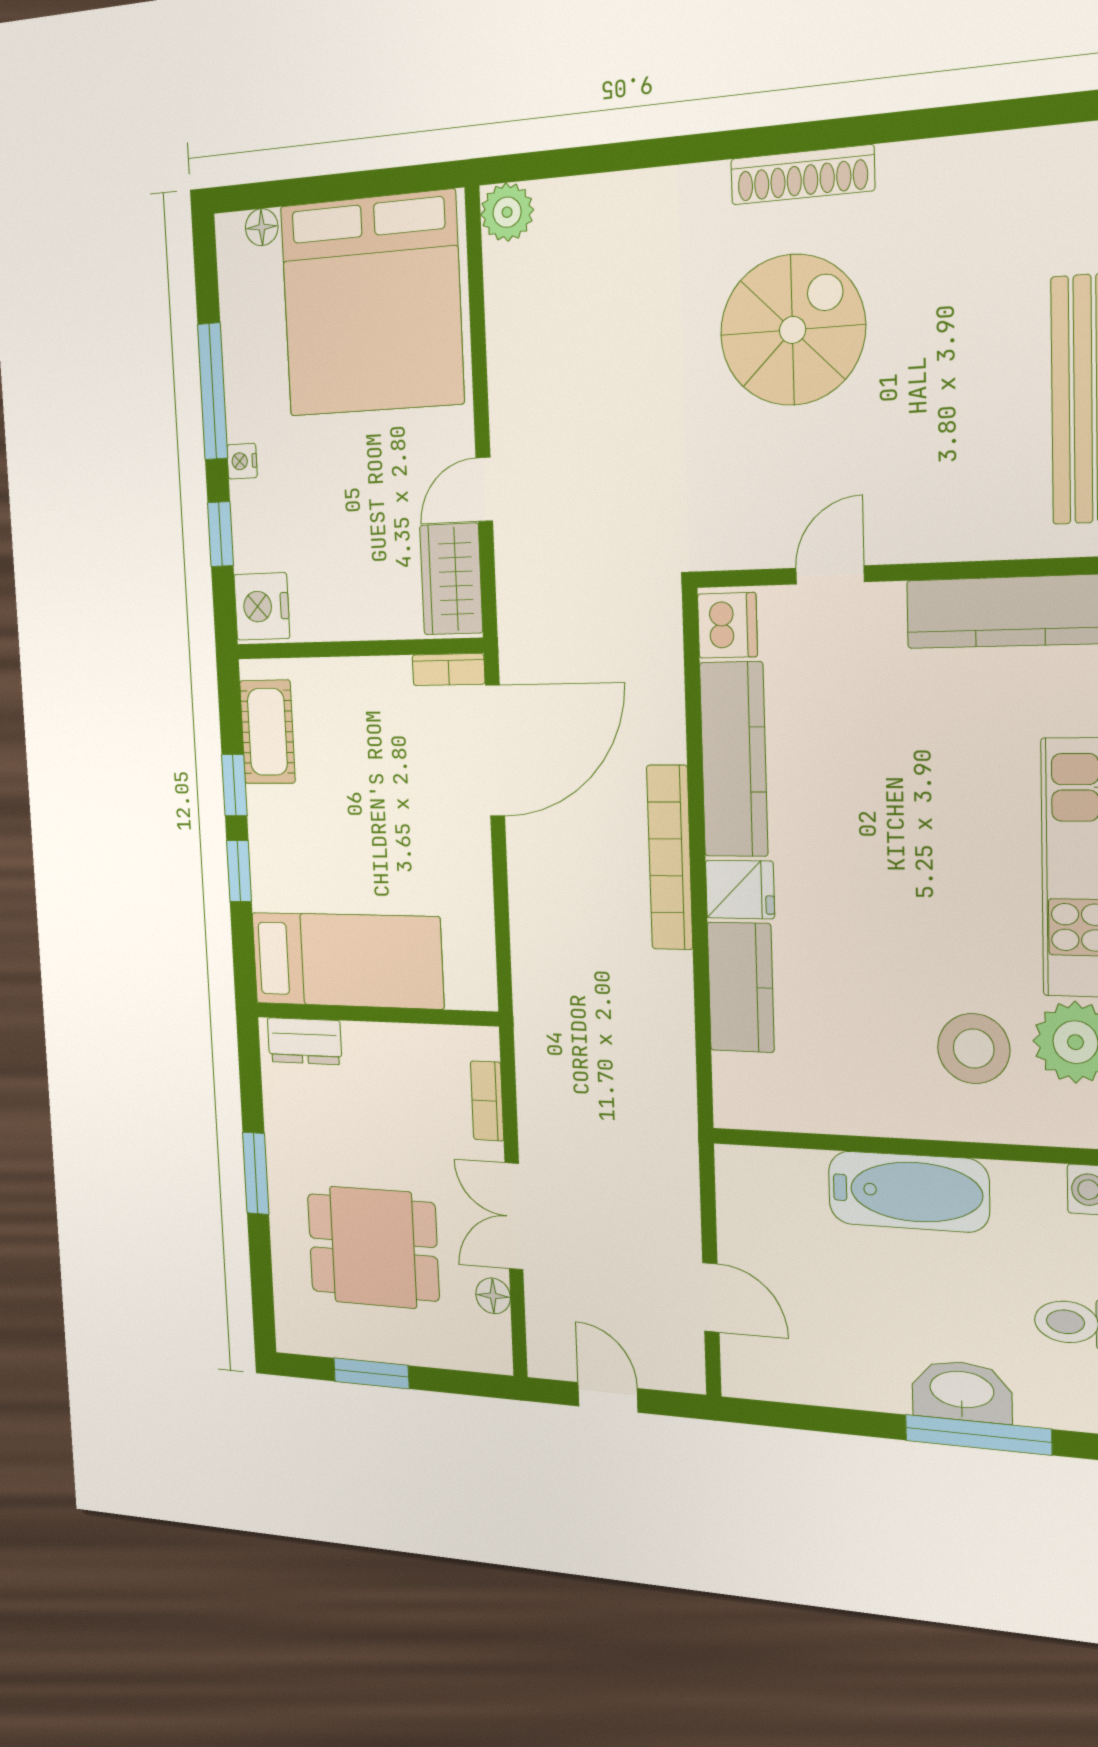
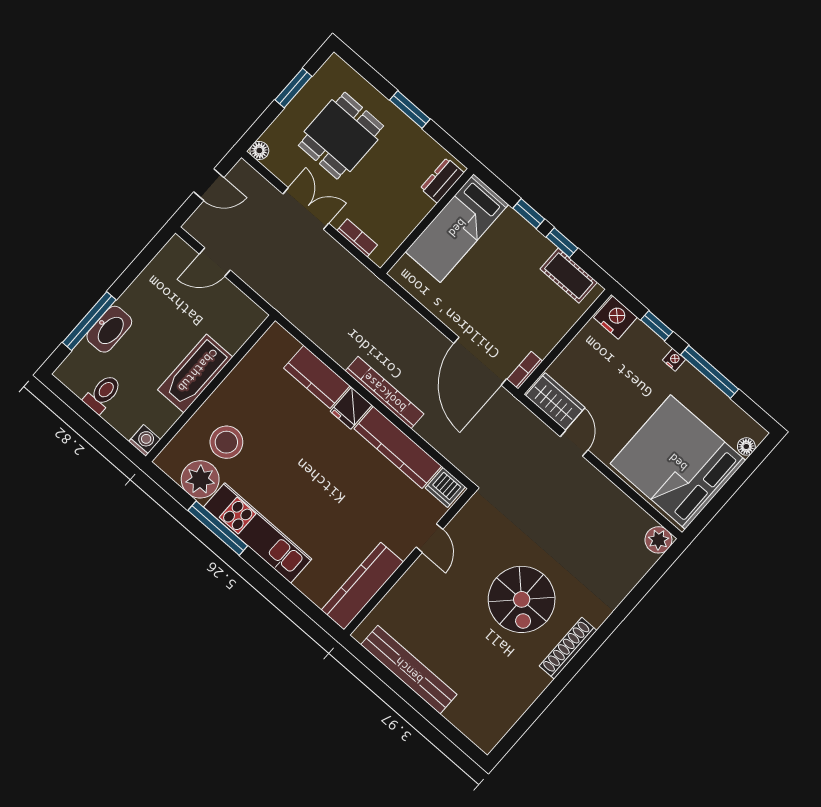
floor lamp: (493, 1296) -> (259, 150), moved

